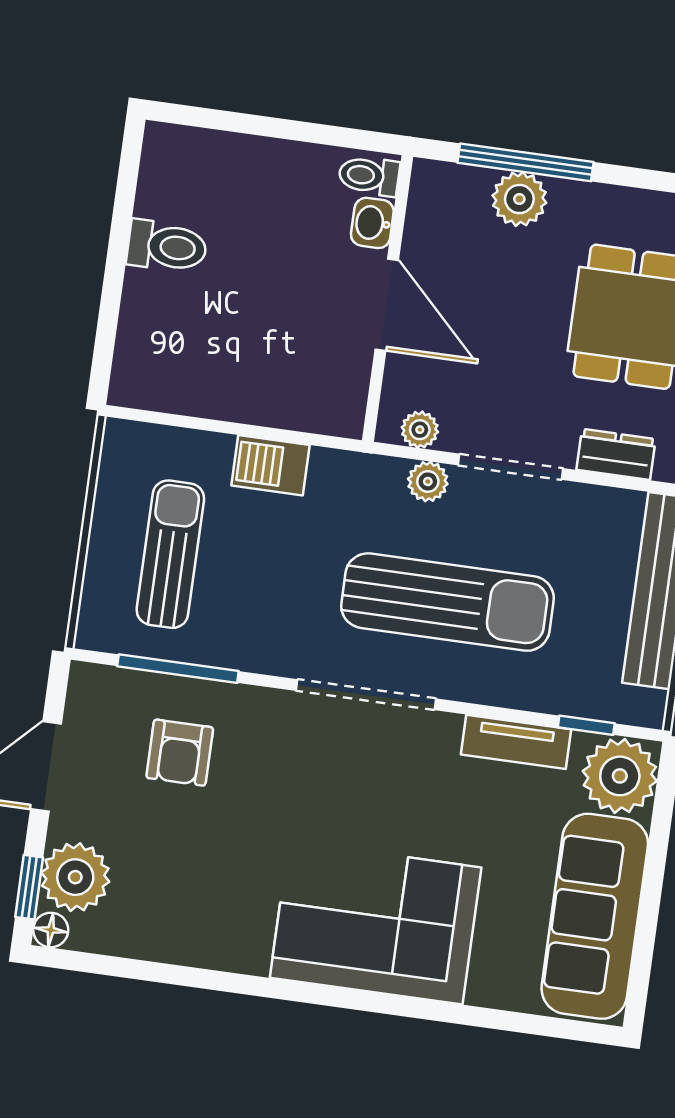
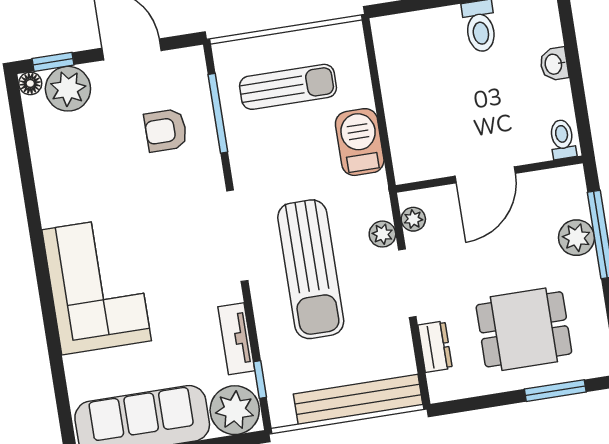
washbasin: (372, 223) -> (554, 64), moved, turned -90
barbecue: (270, 465) -> (360, 142), width x1.38, depth x1.27

